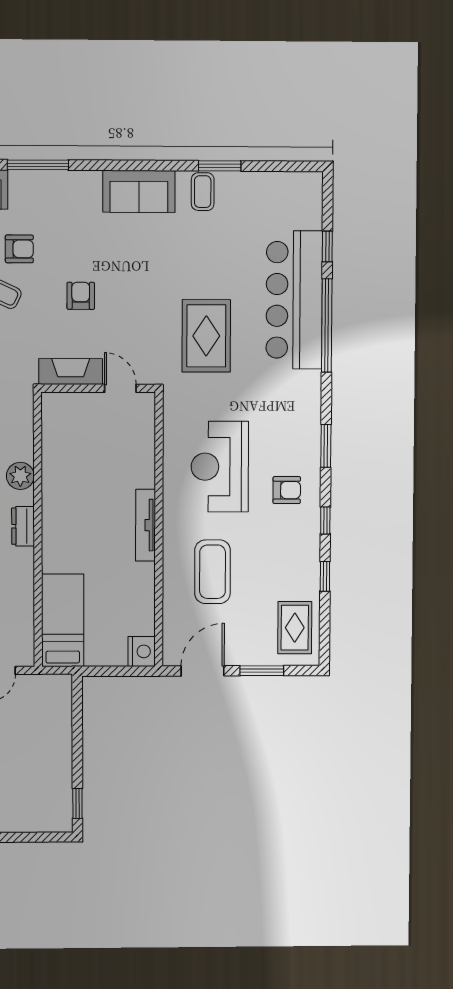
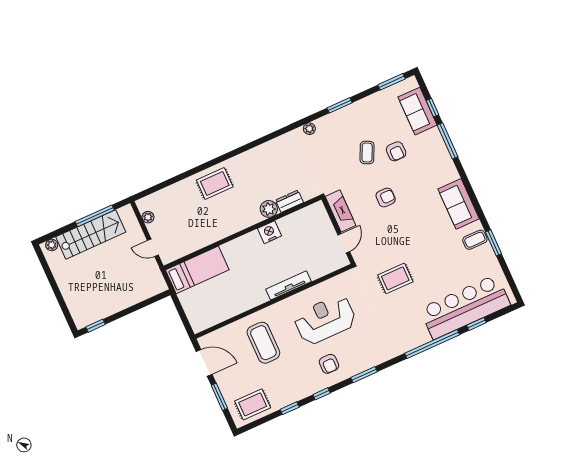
bar counter: (294, 300) -> (465, 307), moved
rug: (206, 336) -> (395, 278), width x0.73, depth x0.70
tv unit: (146, 525) -> (289, 285), moved
dresser: (23, 526) -> (290, 201), moved
coffee table: (212, 572) -> (263, 343), turned 90
nightstand: (142, 651) -> (270, 232), moved, turned 180

